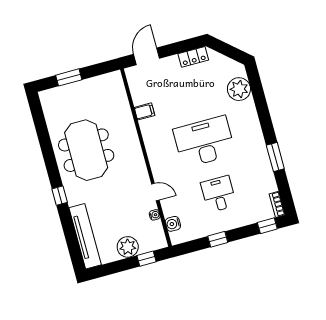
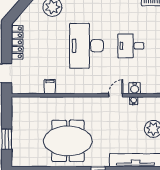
locker: (193, 57) -> (17, 42), width x1.53
water cooler: (173, 224) -> (135, 88), moved

